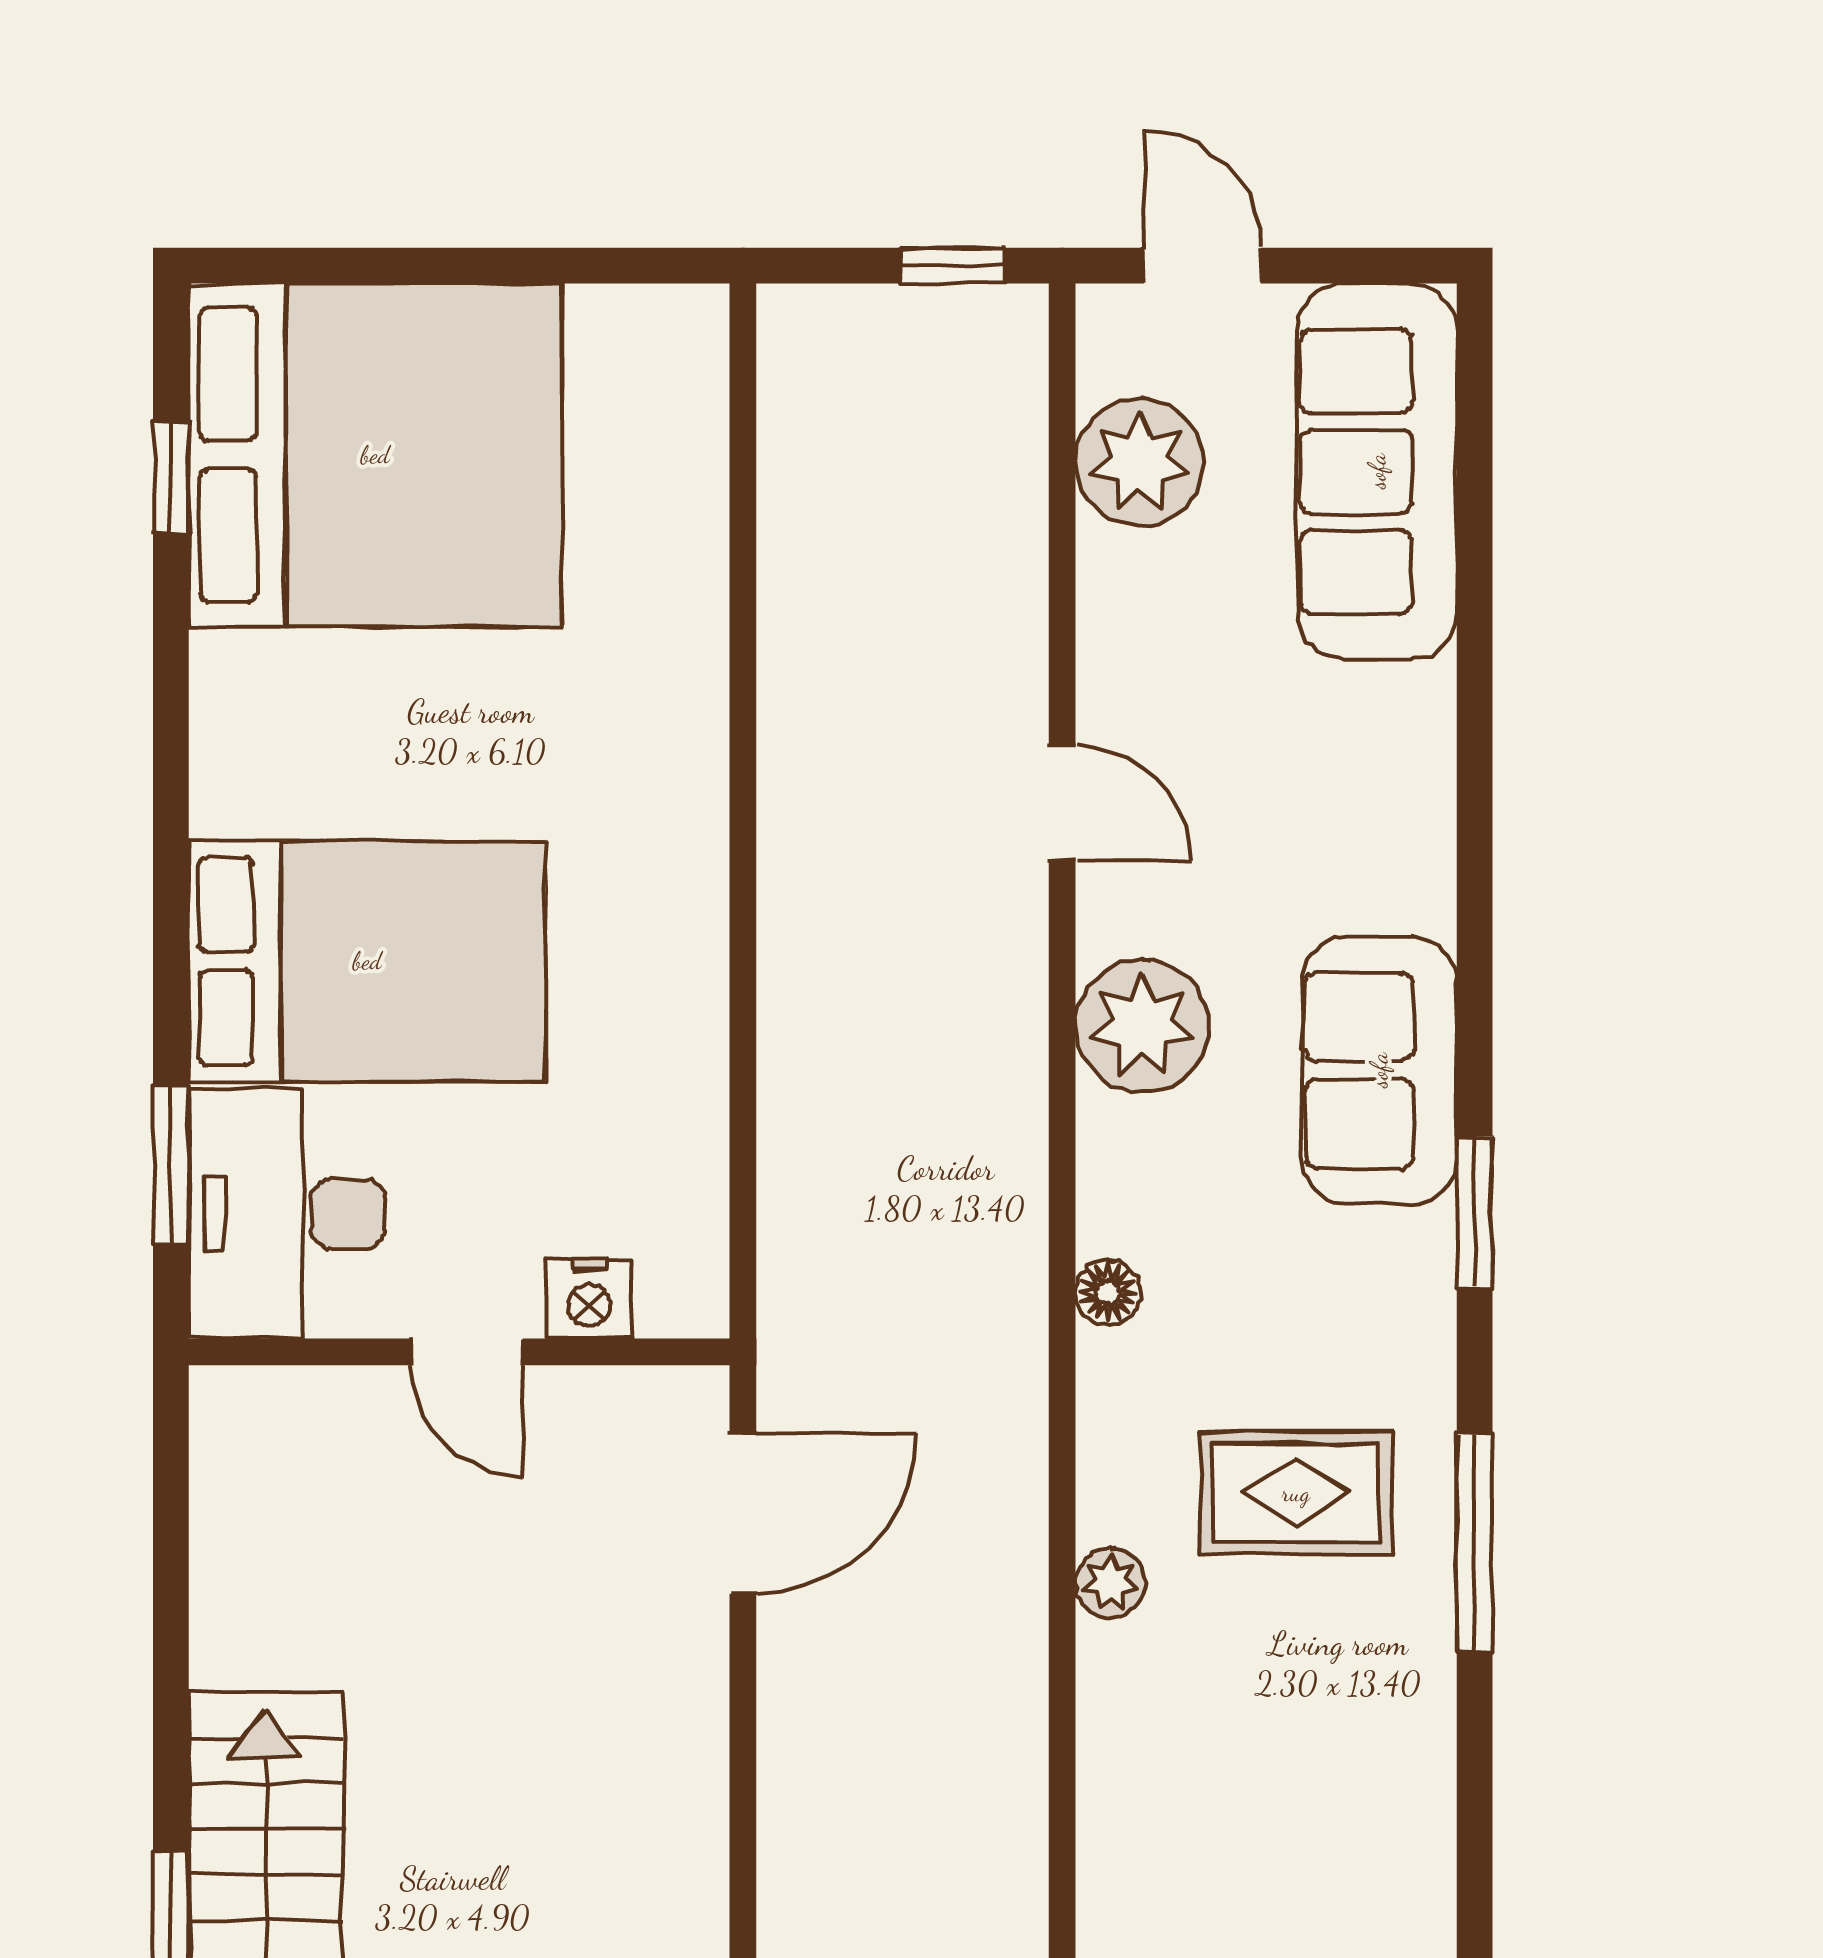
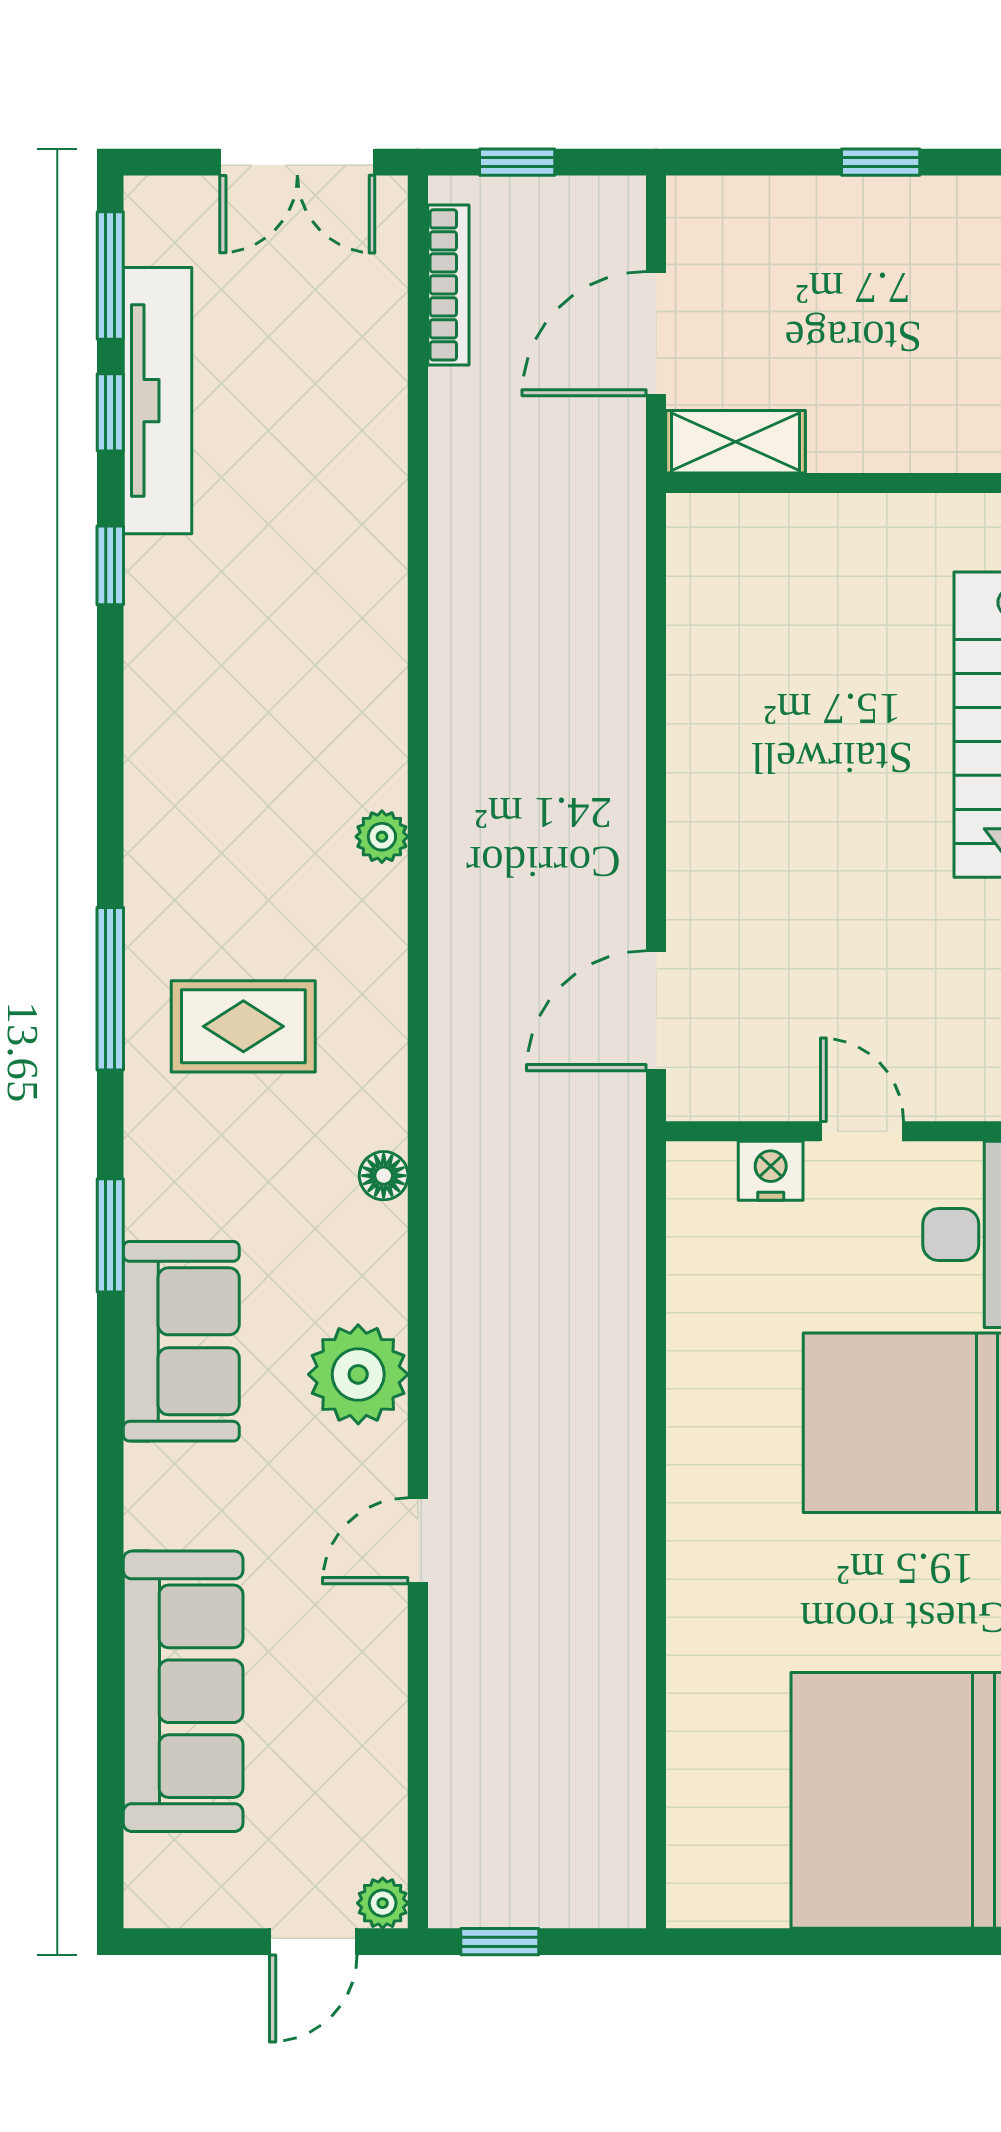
door: (1202, 266) -> (313, 1942), hinge flipped
plant: (1139, 462) -> (383, 1903), moved, width x0.53, depth x0.53
sofa: (1377, 471) -> (183, 1691), moved
door: (1062, 803) -> (418, 1541), hinge flipped
plant: (1110, 1583) -> (382, 837), moved

